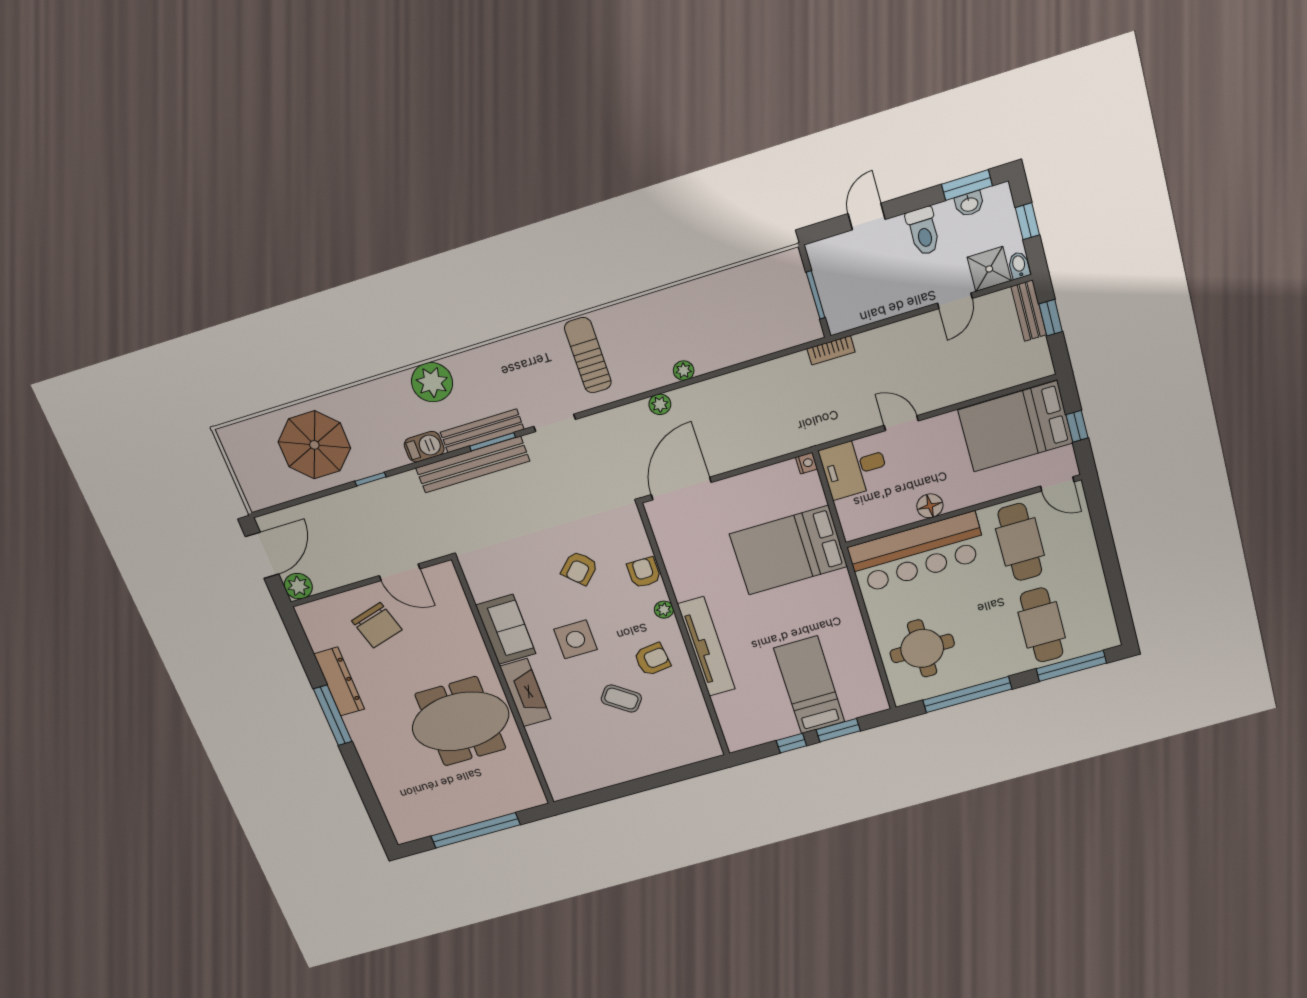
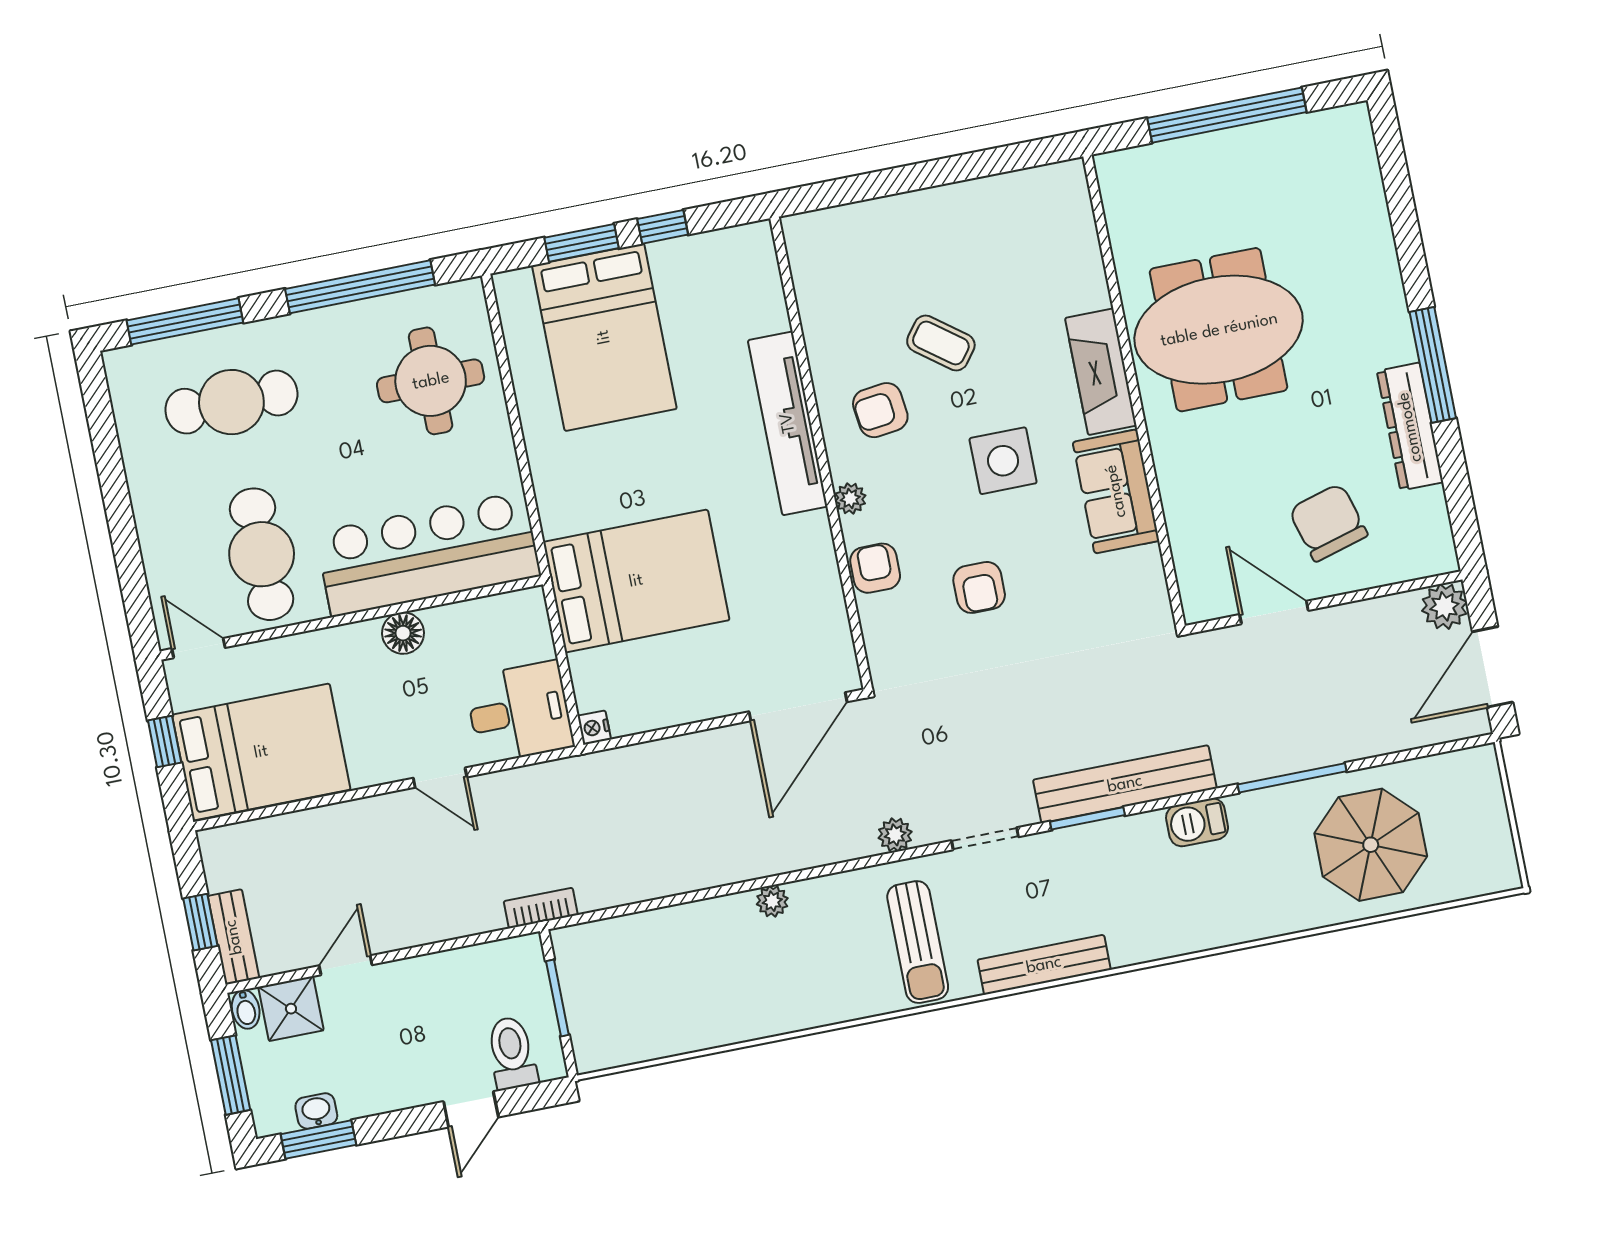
window: (1027, 221) -> (231, 1075), width x1.50
toilet: (923, 231) -> (512, 1053), moved
plant: (432, 382) -> (1167, 926), removed
plant: (660, 404) -> (895, 835), moved
bench: (482, 431) -> (1044, 965), moved
window: (371, 479) -> (1292, 778), width x2.17
armchair: (580, 568) -> (979, 587), turned 135
armchair: (644, 572) -> (875, 568), turned 180
cafe table: (1042, 625) -> (231, 402), turned 90
bed: (809, 685) -> (604, 337), width x1.50

